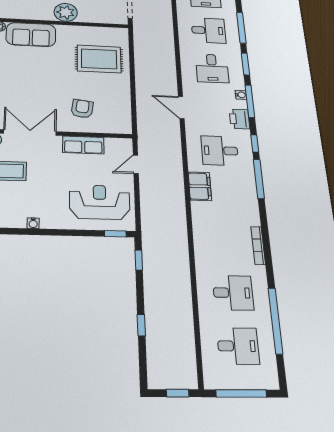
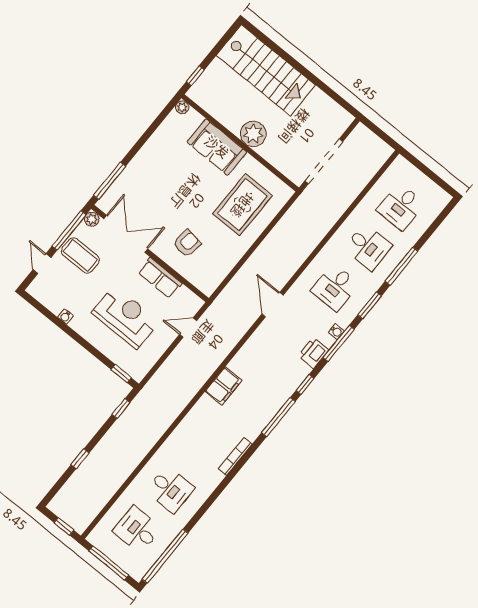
sofa: (31, 35) -> (217, 147), moved
rug: (99, 59) -> (242, 205), turned 90
desk: (220, 151) -> (269, 368), removed
reception desk: (100, 202) -> (125, 317), moved
bookcase: (258, 245) -> (235, 456), moved
window: (275, 321) -> (165, 556), moved
desk: (238, 346) -> (137, 530), turned 180

